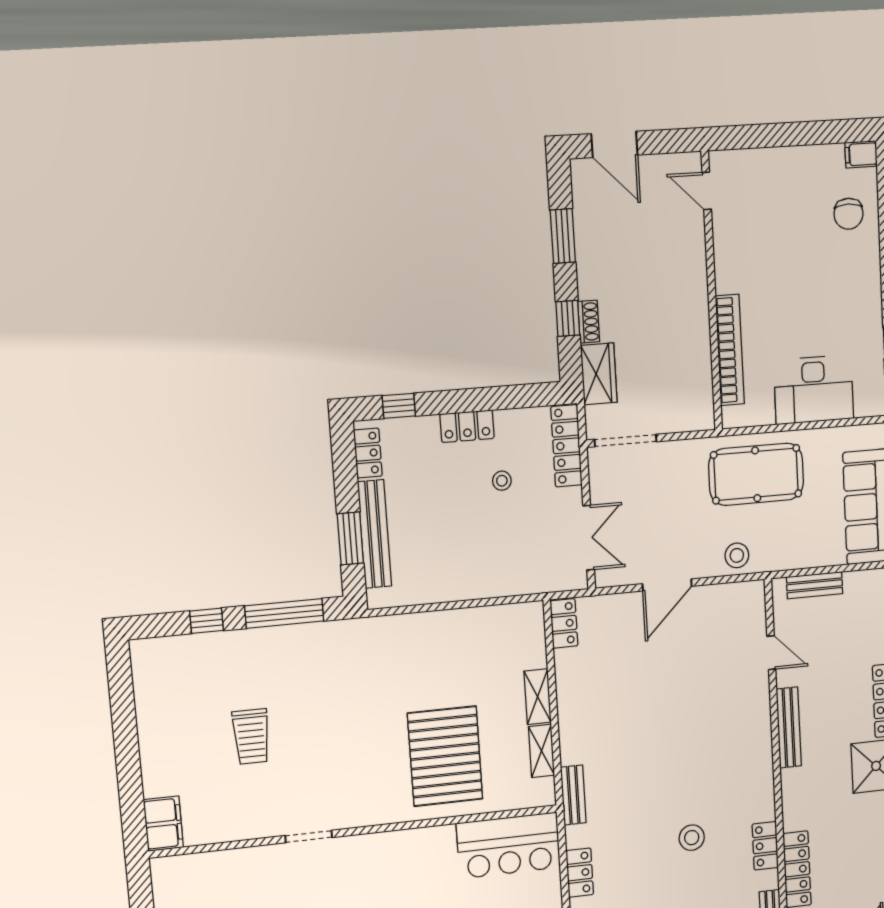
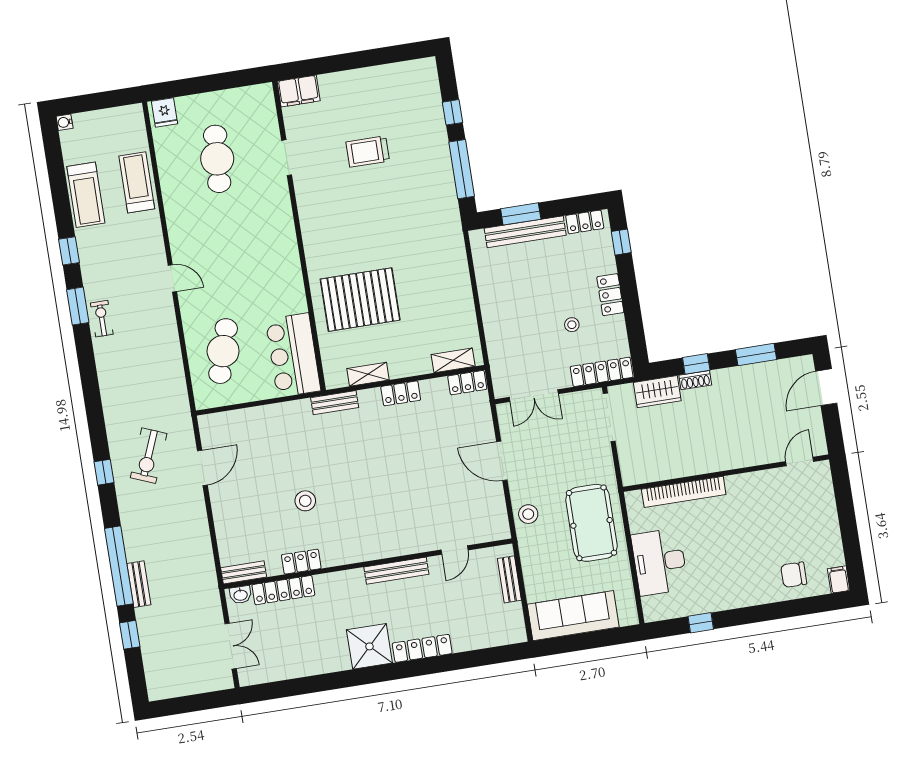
shelving: (538, 697) -> (453, 360), moved
doorway: (309, 837) -> (287, 158), moved
locker: (580, 873) -> (401, 393), moved

